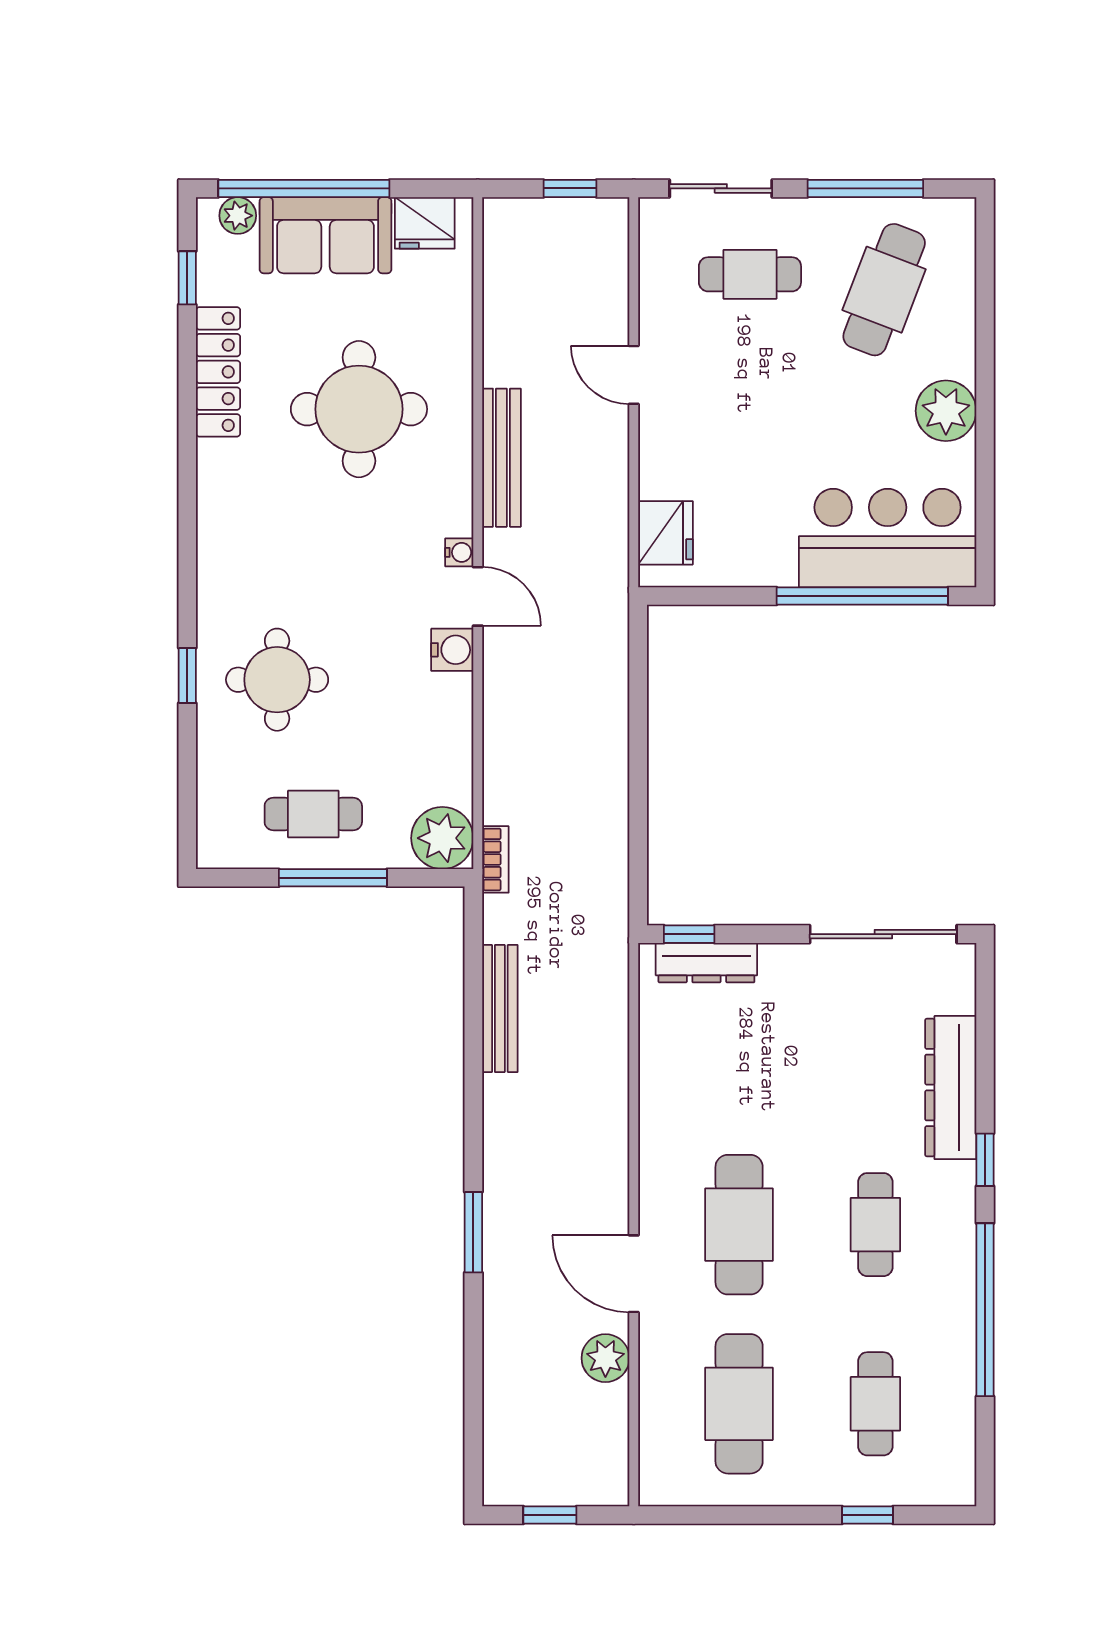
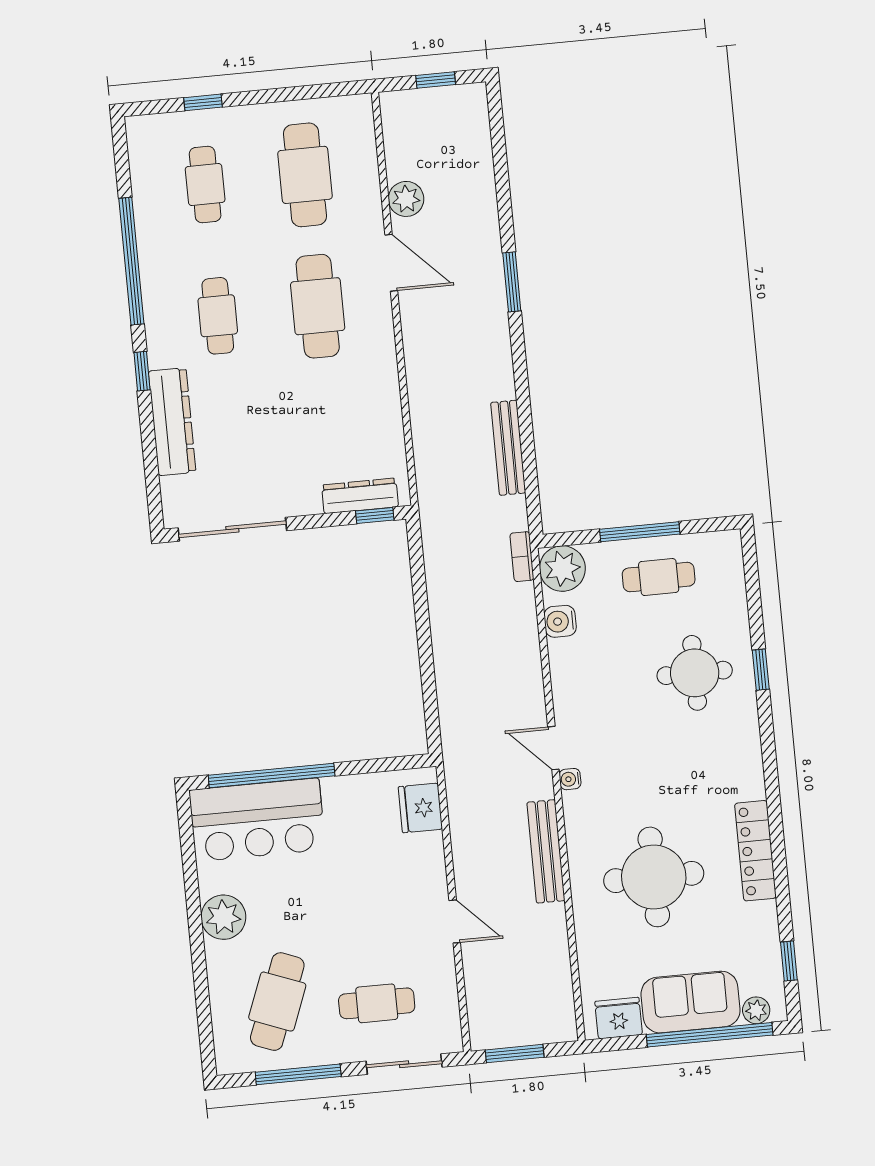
window: (570, 188) -> (515, 1054), width x1.50
locker: (218, 372) -> (755, 851), moved
water cooler: (452, 650) -> (560, 621), moved

